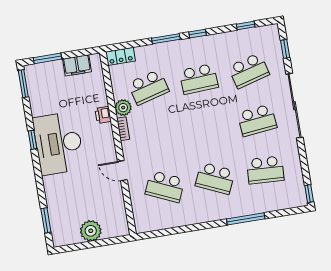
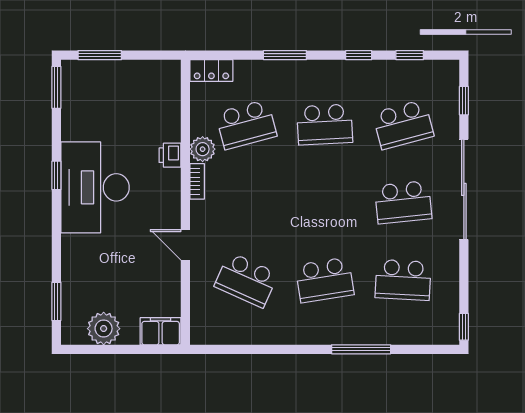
window: (197, 34) -> (359, 55), moved
filing cabinet: (77, 65) -> (161, 331), moved, turned 180
school desk: (215, 178) -> (325, 280), turned -33
plant: (91, 231) -> (104, 329), moved

